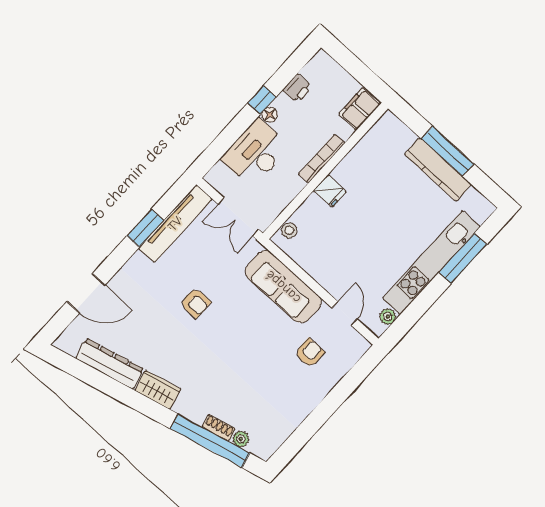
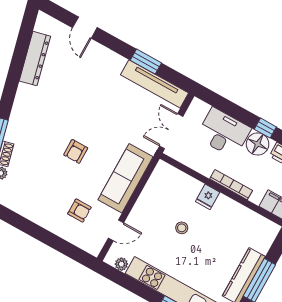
floor lamp: (270, 115) -> (258, 144), width x1.89, depth x1.89
stool: (289, 230) -> (182, 228), moved
door: (86, 293) -> (85, 28), width x0.73
armchair: (195, 303) -> (76, 151), moved
wardrobe: (158, 390) -> (24, 100), removed

